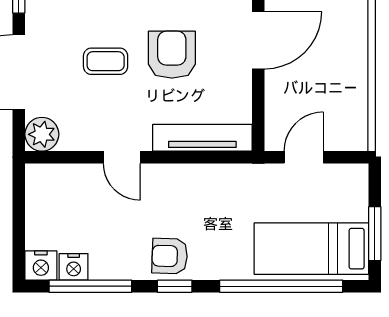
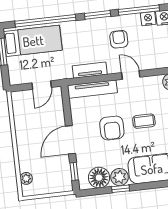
tv unit: (203, 176) -> (90, 70), added
armchair: (170, 256) -> (119, 39), moved, turned -92
window: (175, 286) -> (98, 15), width x1.50

